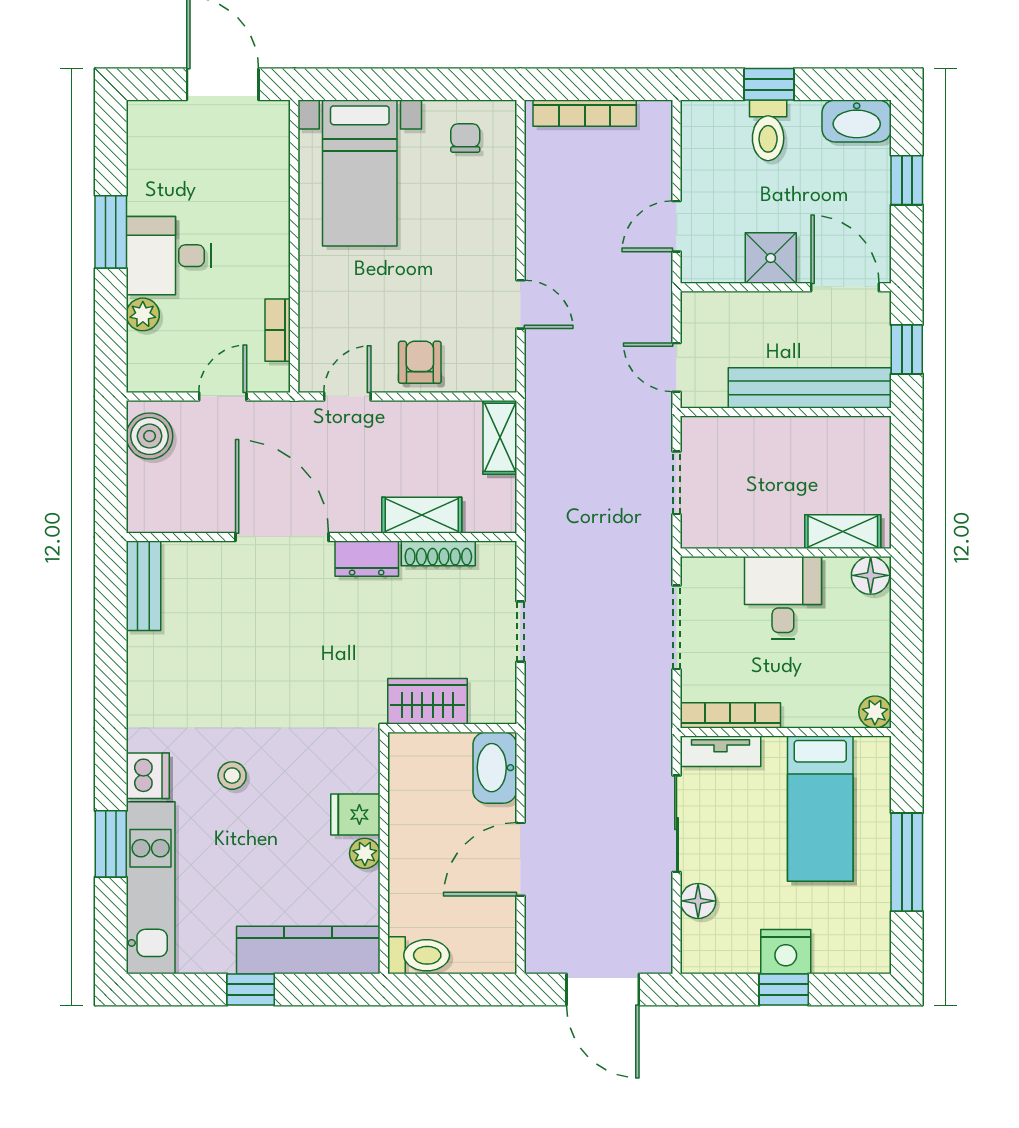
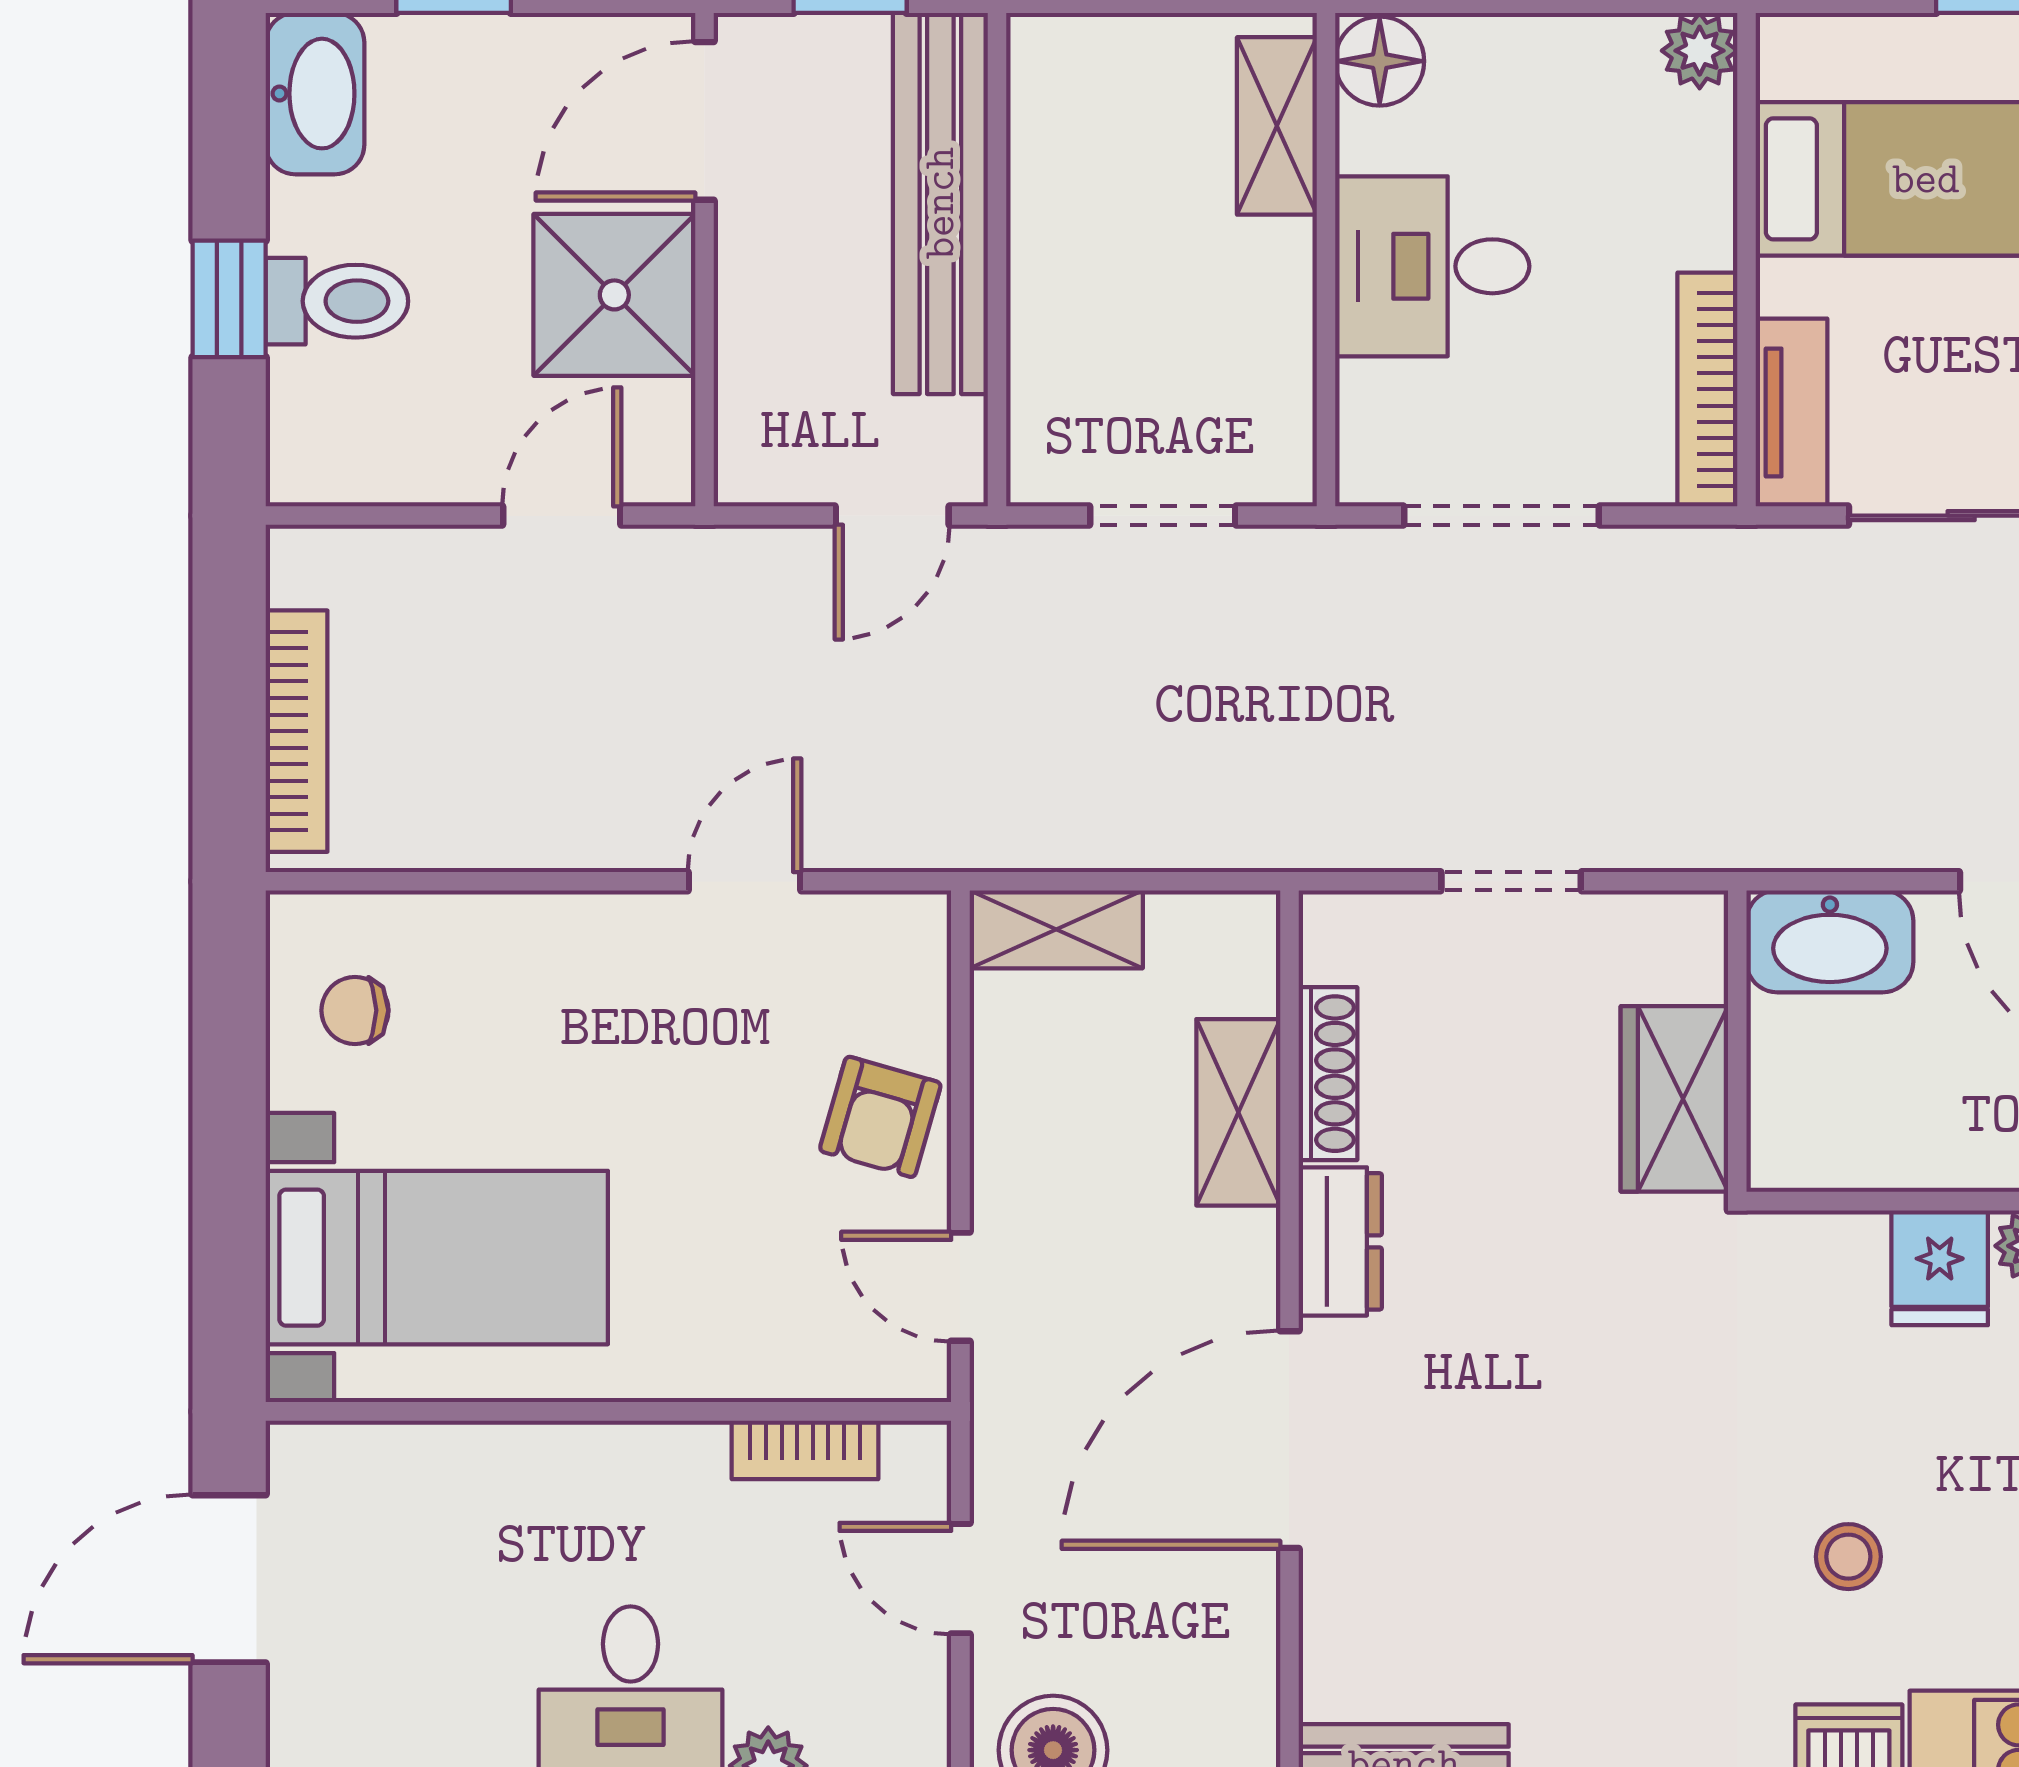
door: (677, 226) -> (562, 516), swing flipped
shower: (771, 258) -> (614, 295), width x1.36, depth x1.36
armchair: (420, 362) -> (880, 1117), turned -74

